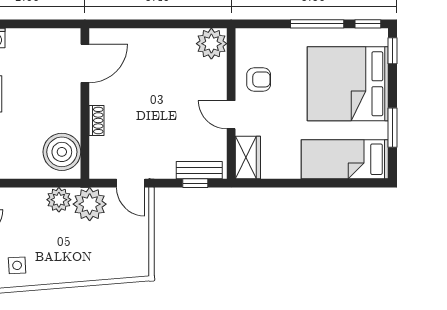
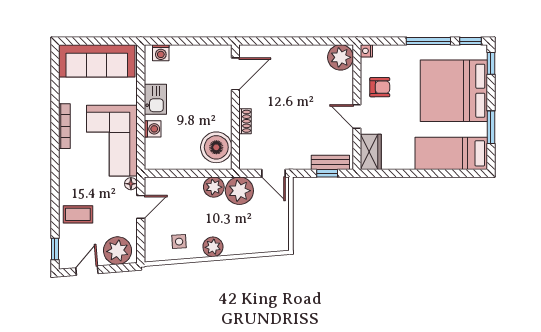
nightstand: (243, 36) -> (366, 51), added
plant: (58, 272) -> (213, 247), added

